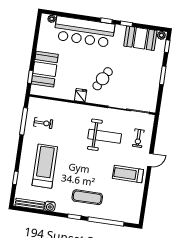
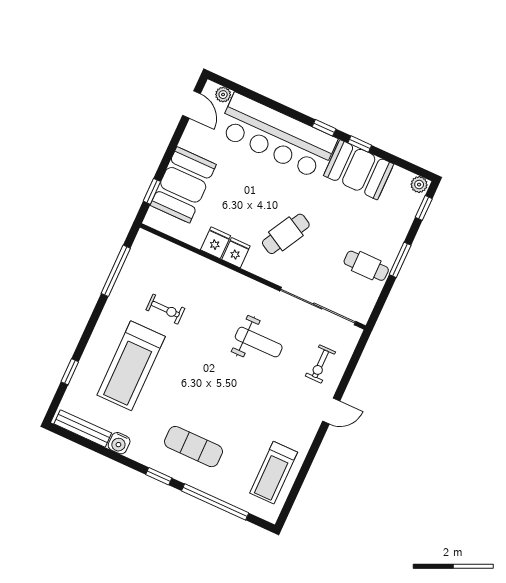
door: (37, 28) -> (192, 104), added
booth: (140, 38) -> (359, 170), moved
cafe table: (147, 83) -> (366, 266), added
fridge: (69, 93) -> (216, 243), added
exercise bike: (43, 123) -> (165, 309), moved
weight bench: (105, 136) -> (259, 342), width x0.73, depth x0.75
treadmill: (45, 166) -> (131, 366), turned 180
treadmill: (128, 174) -> (274, 473), moved, turned -90

